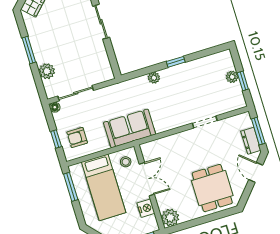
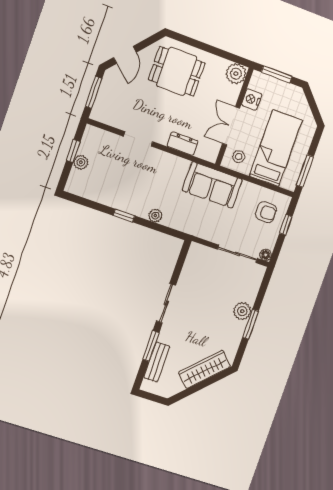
plant: (47, 71) -> (242, 311), moved
dresser: (251, 141) -> (182, 144), moved, turned -90
dining table: (212, 188) -> (177, 71), turned 90

